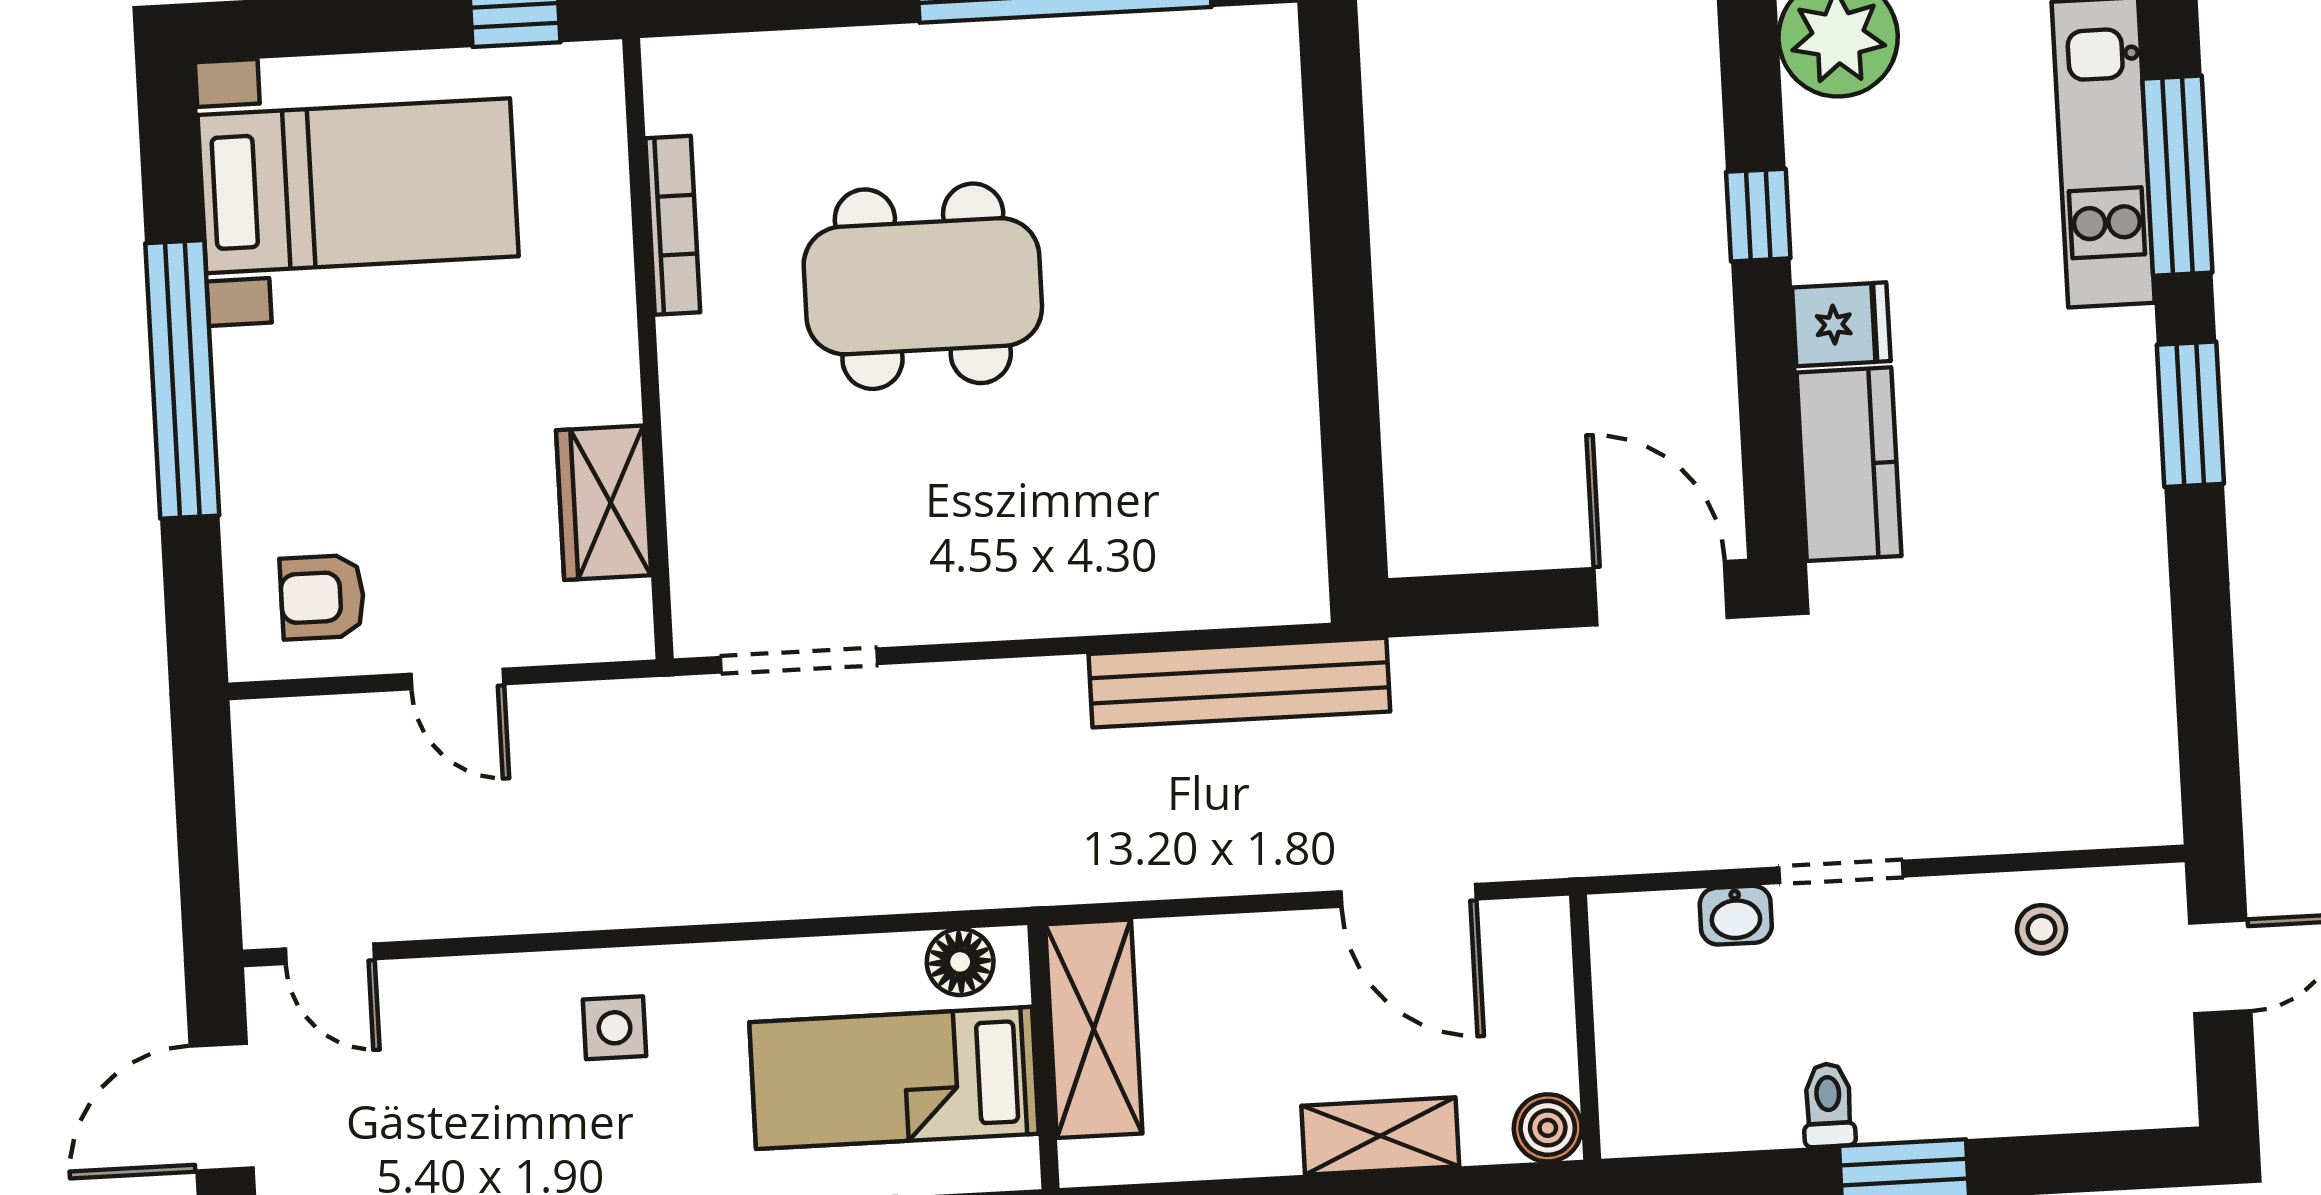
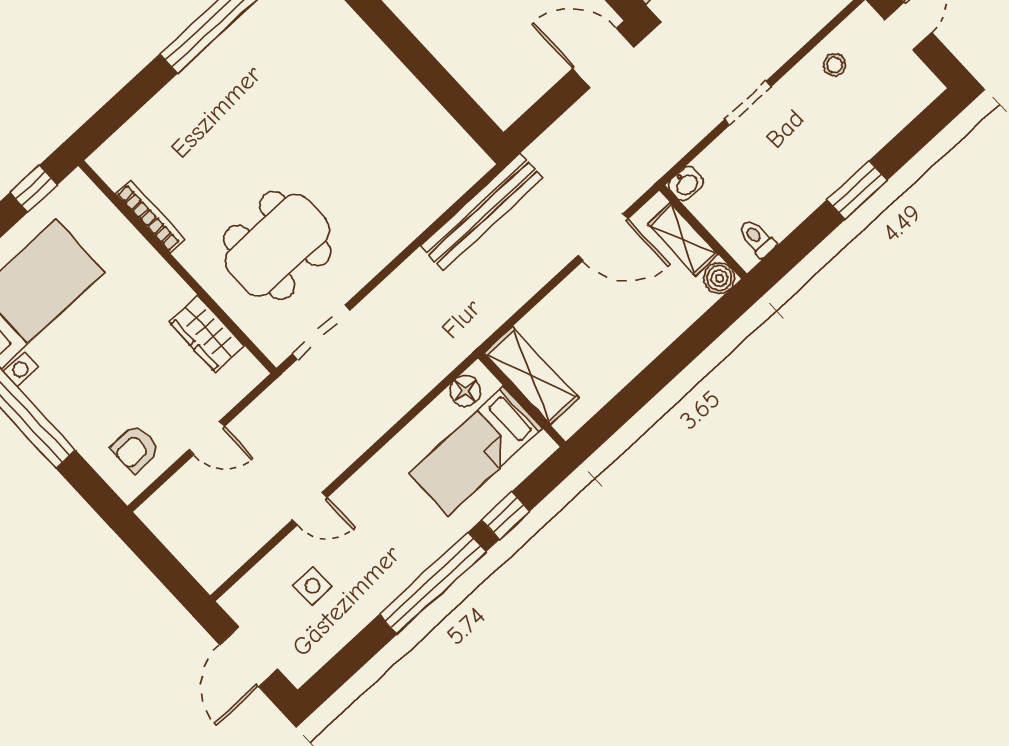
dining table: (923, 286) -> (277, 245), moved
washbasin: (1736, 915) -> (686, 184), moved
door: (330, 954) -> (310, 509), moved
side table: (615, 1028) -> (313, 586), moved
toilet: (1828, 1105) -> (757, 239), moved
shelving: (1380, 1136) -> (683, 239), moved, turned 90

